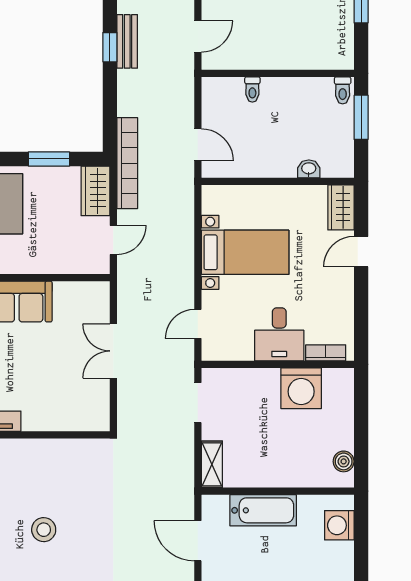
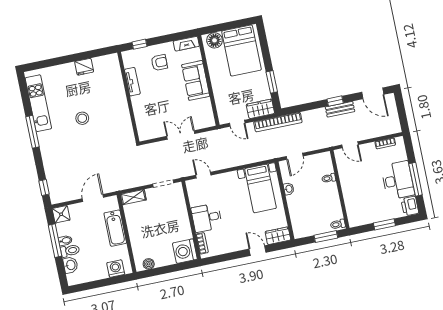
washbasin: (309, 169) -> (289, 189), moved
bed with nightstands: (245, 252) -> (260, 188), moved
washing machine: (301, 388) -> (185, 251), moved

